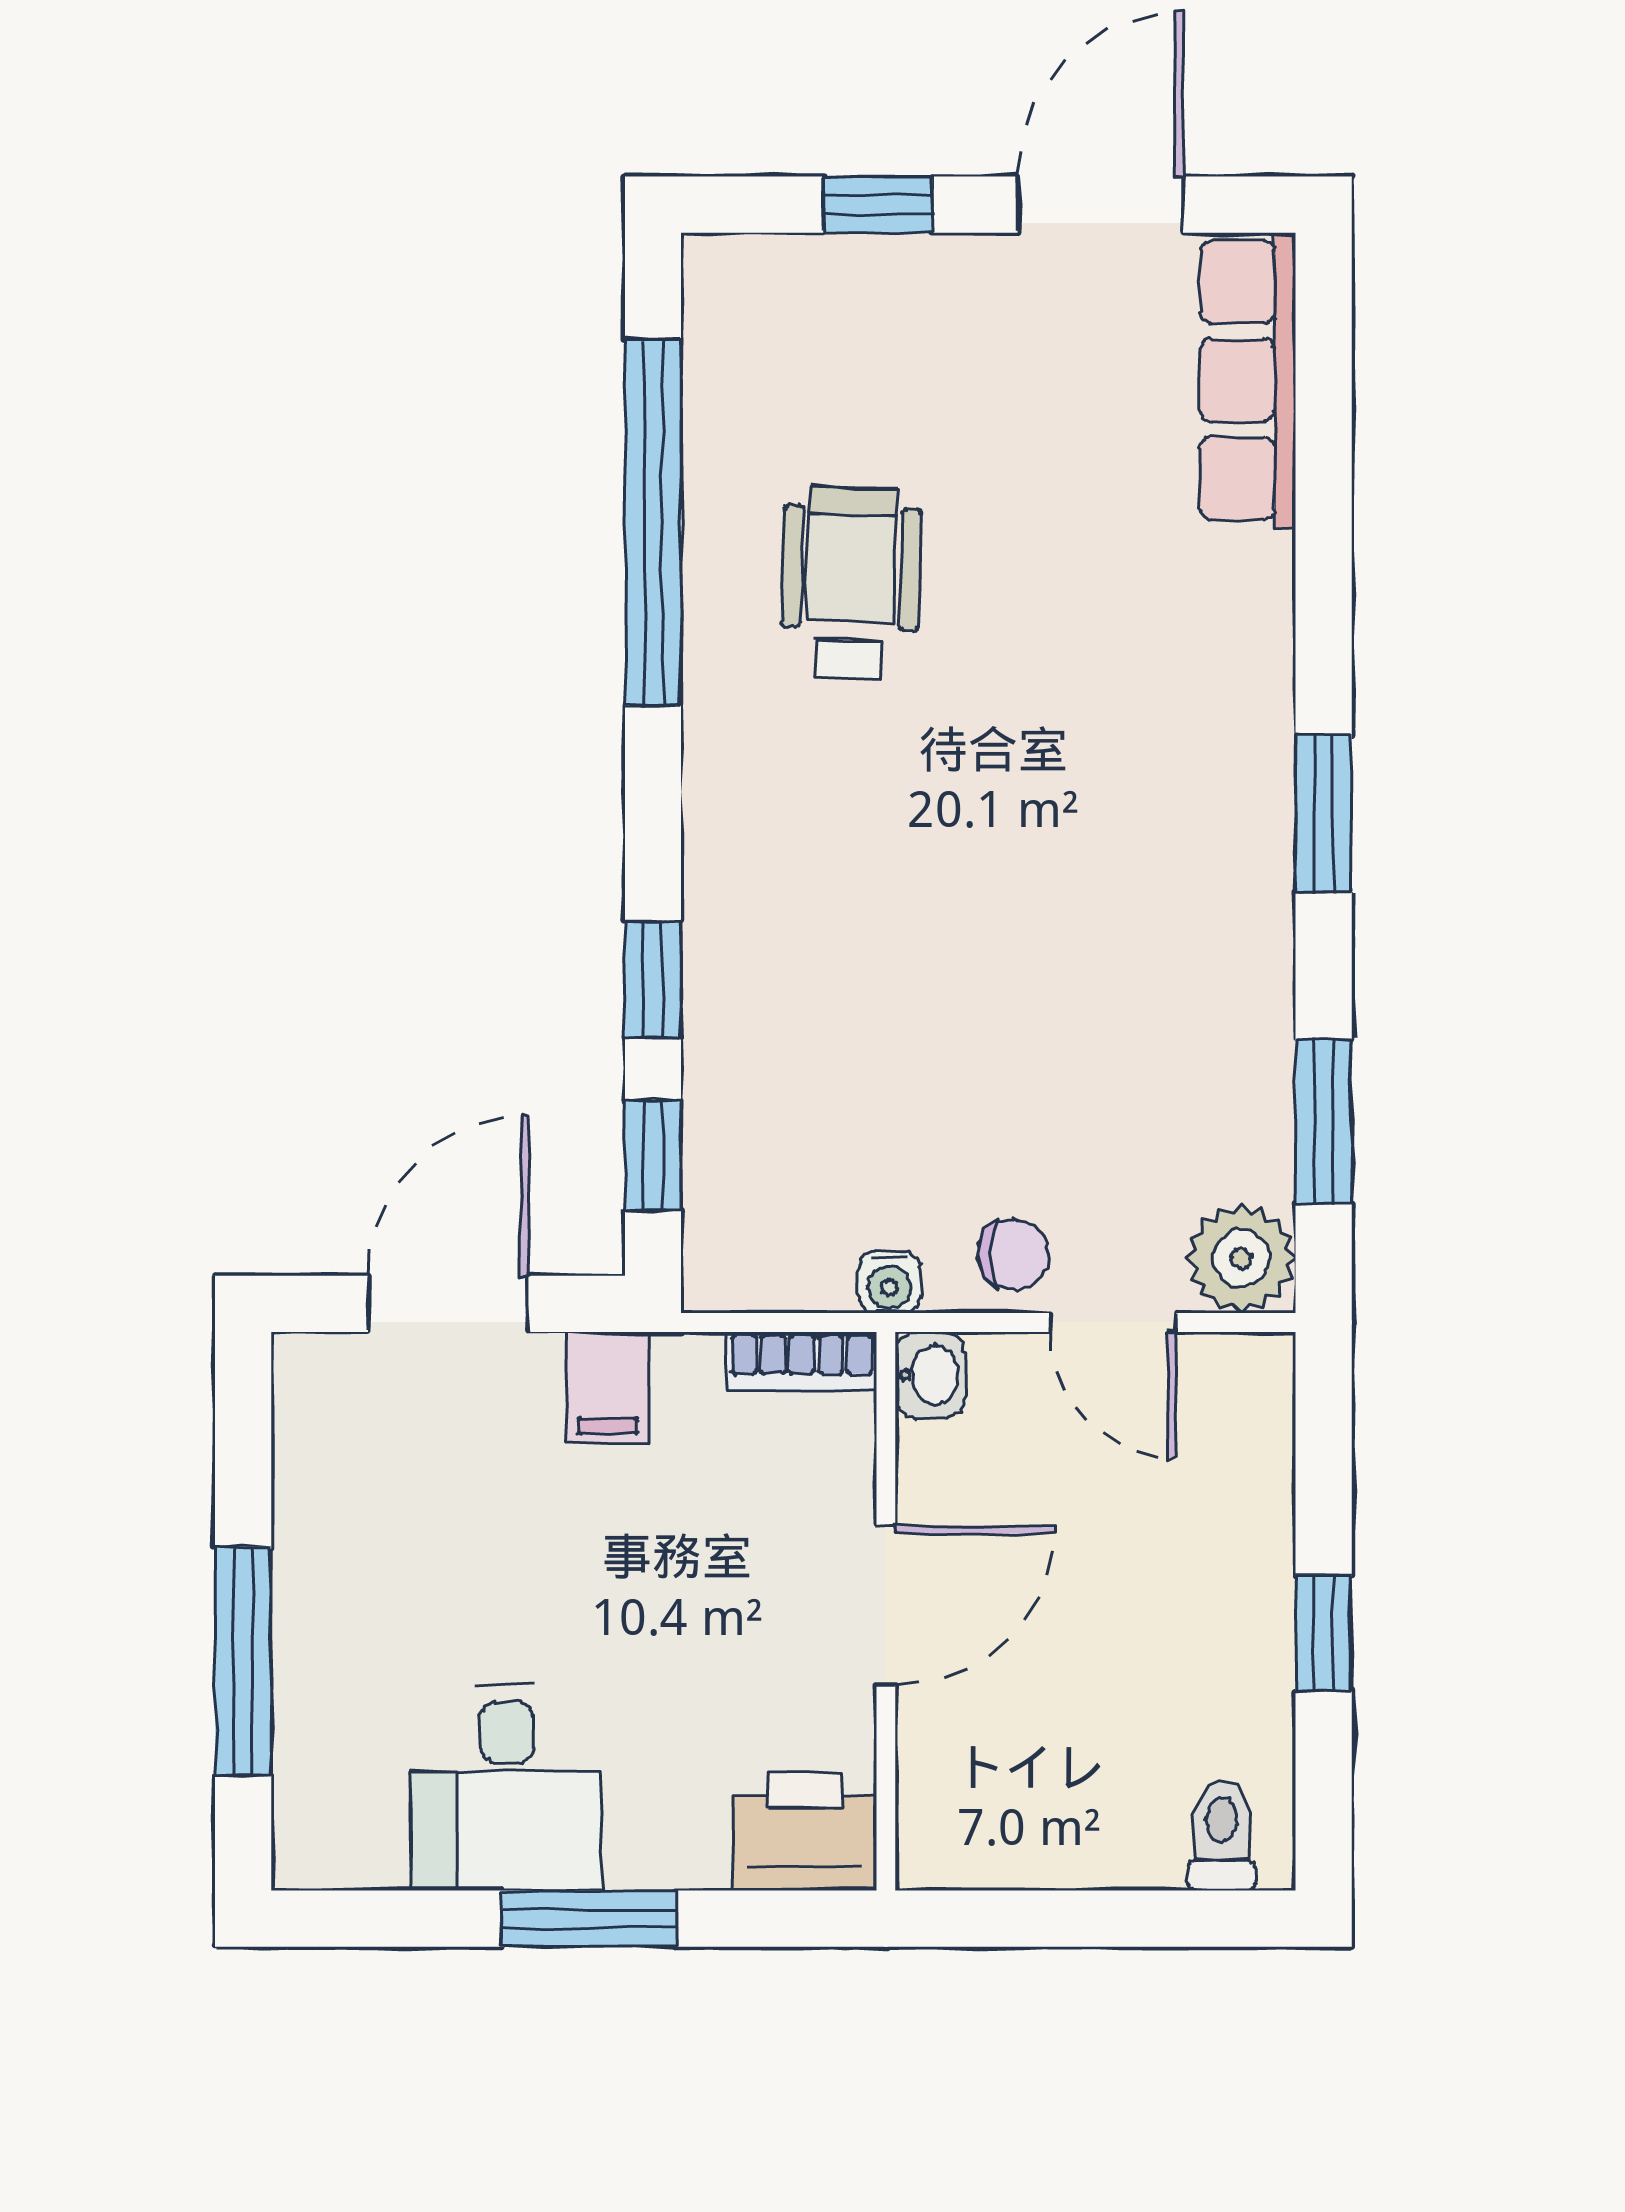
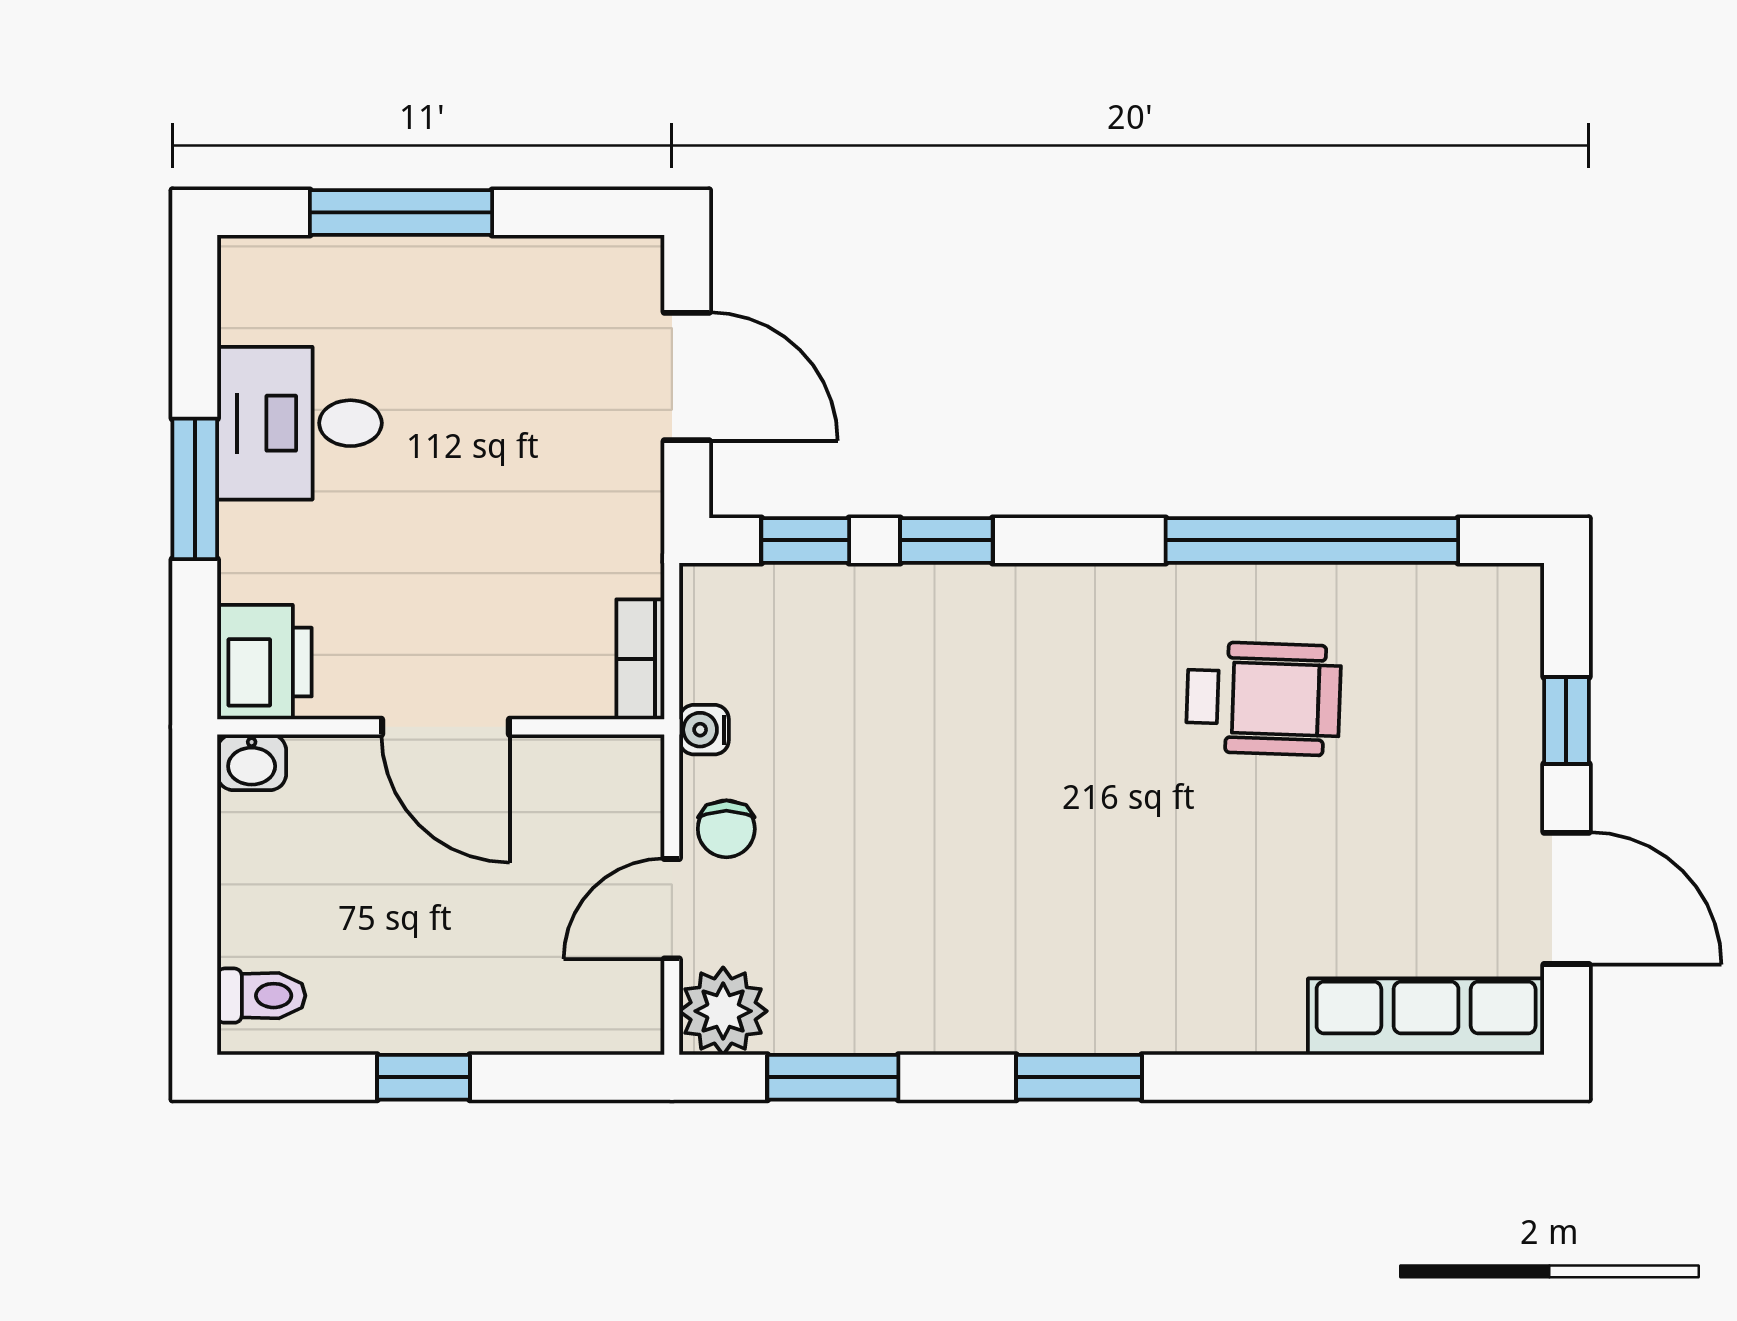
washbasin: (930, 1375) -> (252, 762), moved
filing cabinet: (608, 1387) -> (620, 504), removed

